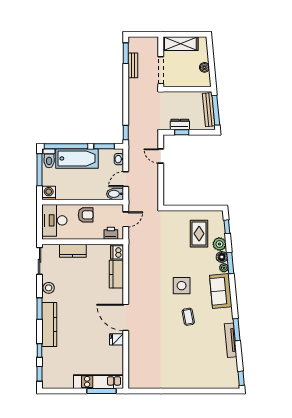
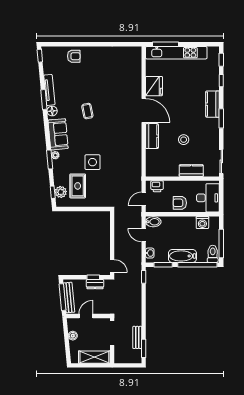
door: (190, 89) -> (86, 316), added
door: (161, 156) -> (112, 266), moved
bathtub: (77, 158) -> (182, 256), width x0.73, depth x0.73
door: (126, 179) -> (144, 235), swing flipped
washing machine: (49, 193) -> (202, 223), moved
plant: (219, 244) -> (61, 192), moved
dishwasher: (117, 252) -> (151, 169), removed
floor lamp: (222, 257) -> (52, 111), moved
kitchen counter: (116, 274) -> (152, 136), moved
side table: (182, 286) -> (92, 162), moved
stool: (49, 288) -> (184, 140), moved
kitchen counter: (49, 325) -> (213, 104), width x0.67
fridge: (117, 339) -> (154, 86), width x1.88, depth x1.34
armchair: (203, 378) -> (74, 56), added
kitchen unit: (99, 382) -> (176, 53), width x1.36

